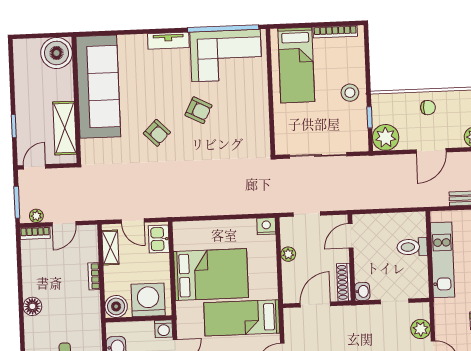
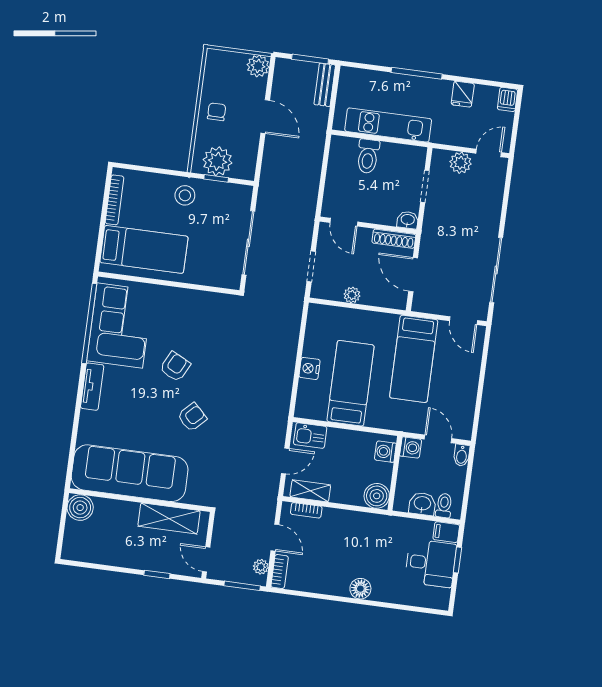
boiler: (57, 53) -> (80, 508), width x0.73, depth x0.73
plant: (386, 137) -> (217, 161), moved
nightstand: (266, 226) -> (310, 368), moved
bed: (211, 275) -> (351, 383), width x0.67
bookcase: (94, 276) -> (306, 510), moved
washing machine: (148, 300) -> (385, 452), width x0.53, depth x0.53

